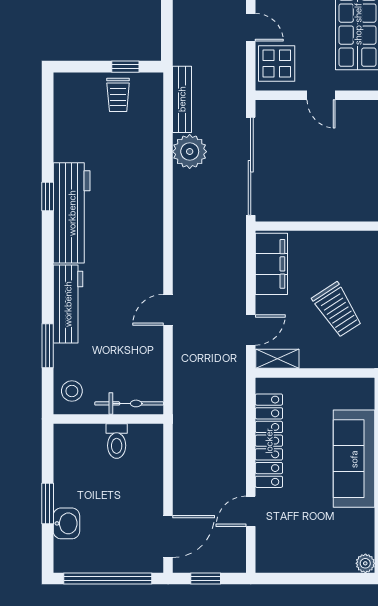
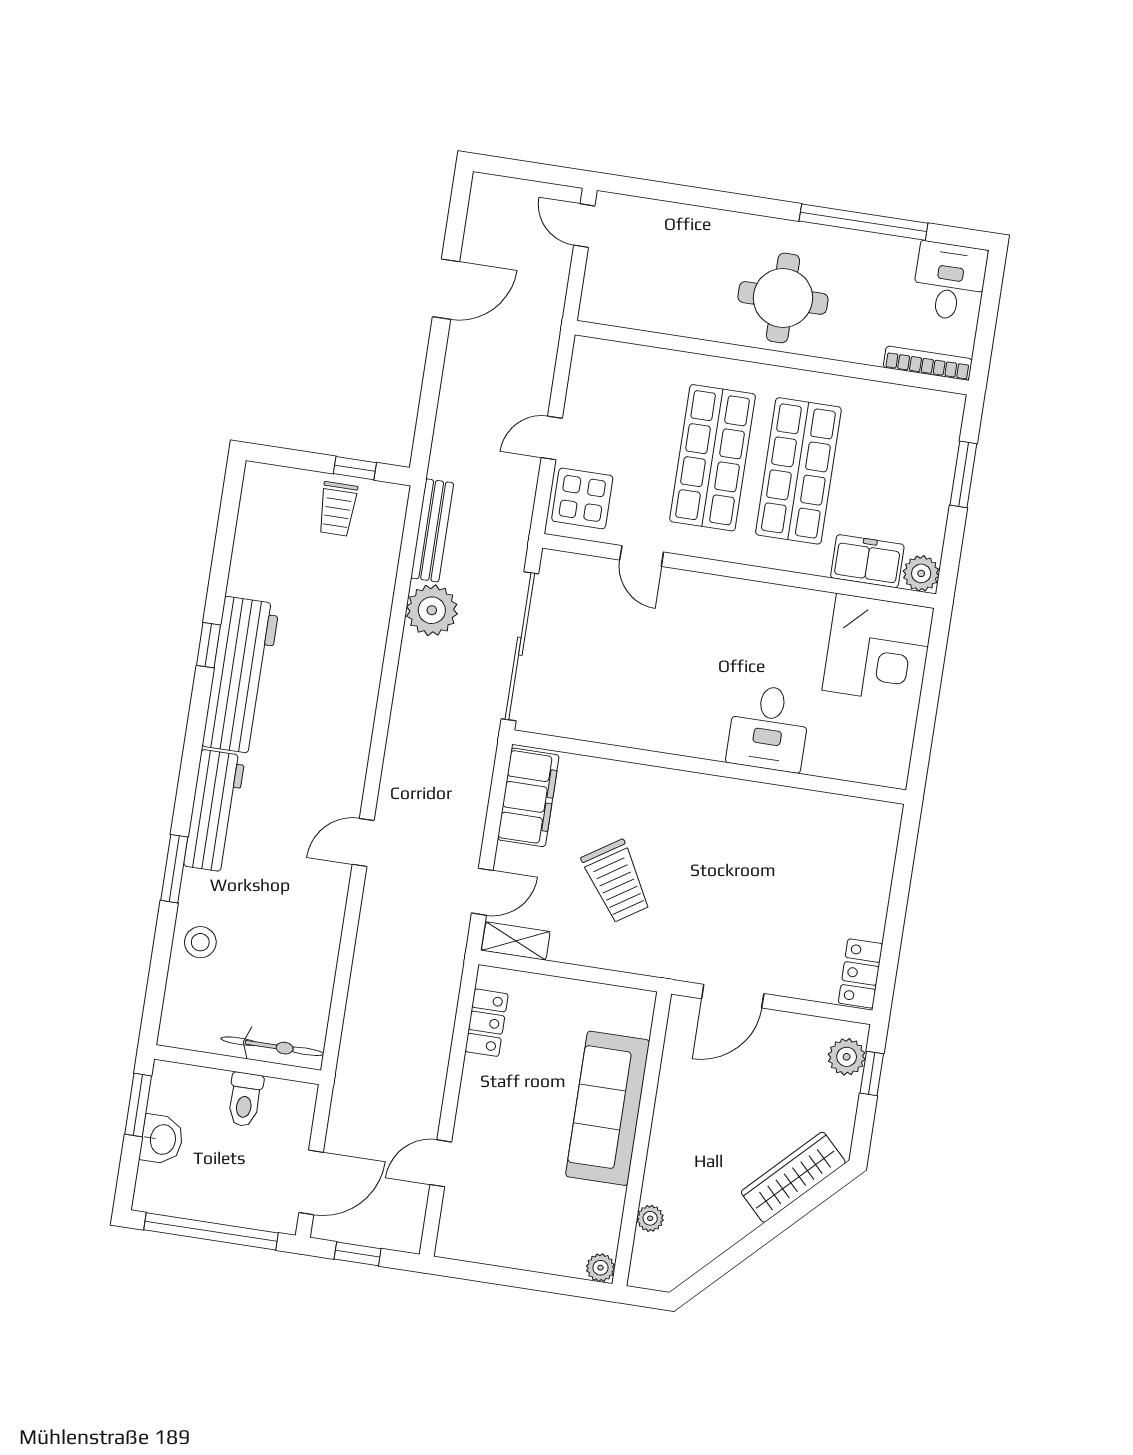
door: (251, 27) -> (552, 438), swing flipped
bicycle: (129, 403) -> (272, 1046), moved
wall: (108, 419) -> (238, 1065), moved
toilet: (117, 441) -> (245, 1100), moved
locker: (269, 441) -> (487, 1023), width x0.46, depth x0.83

